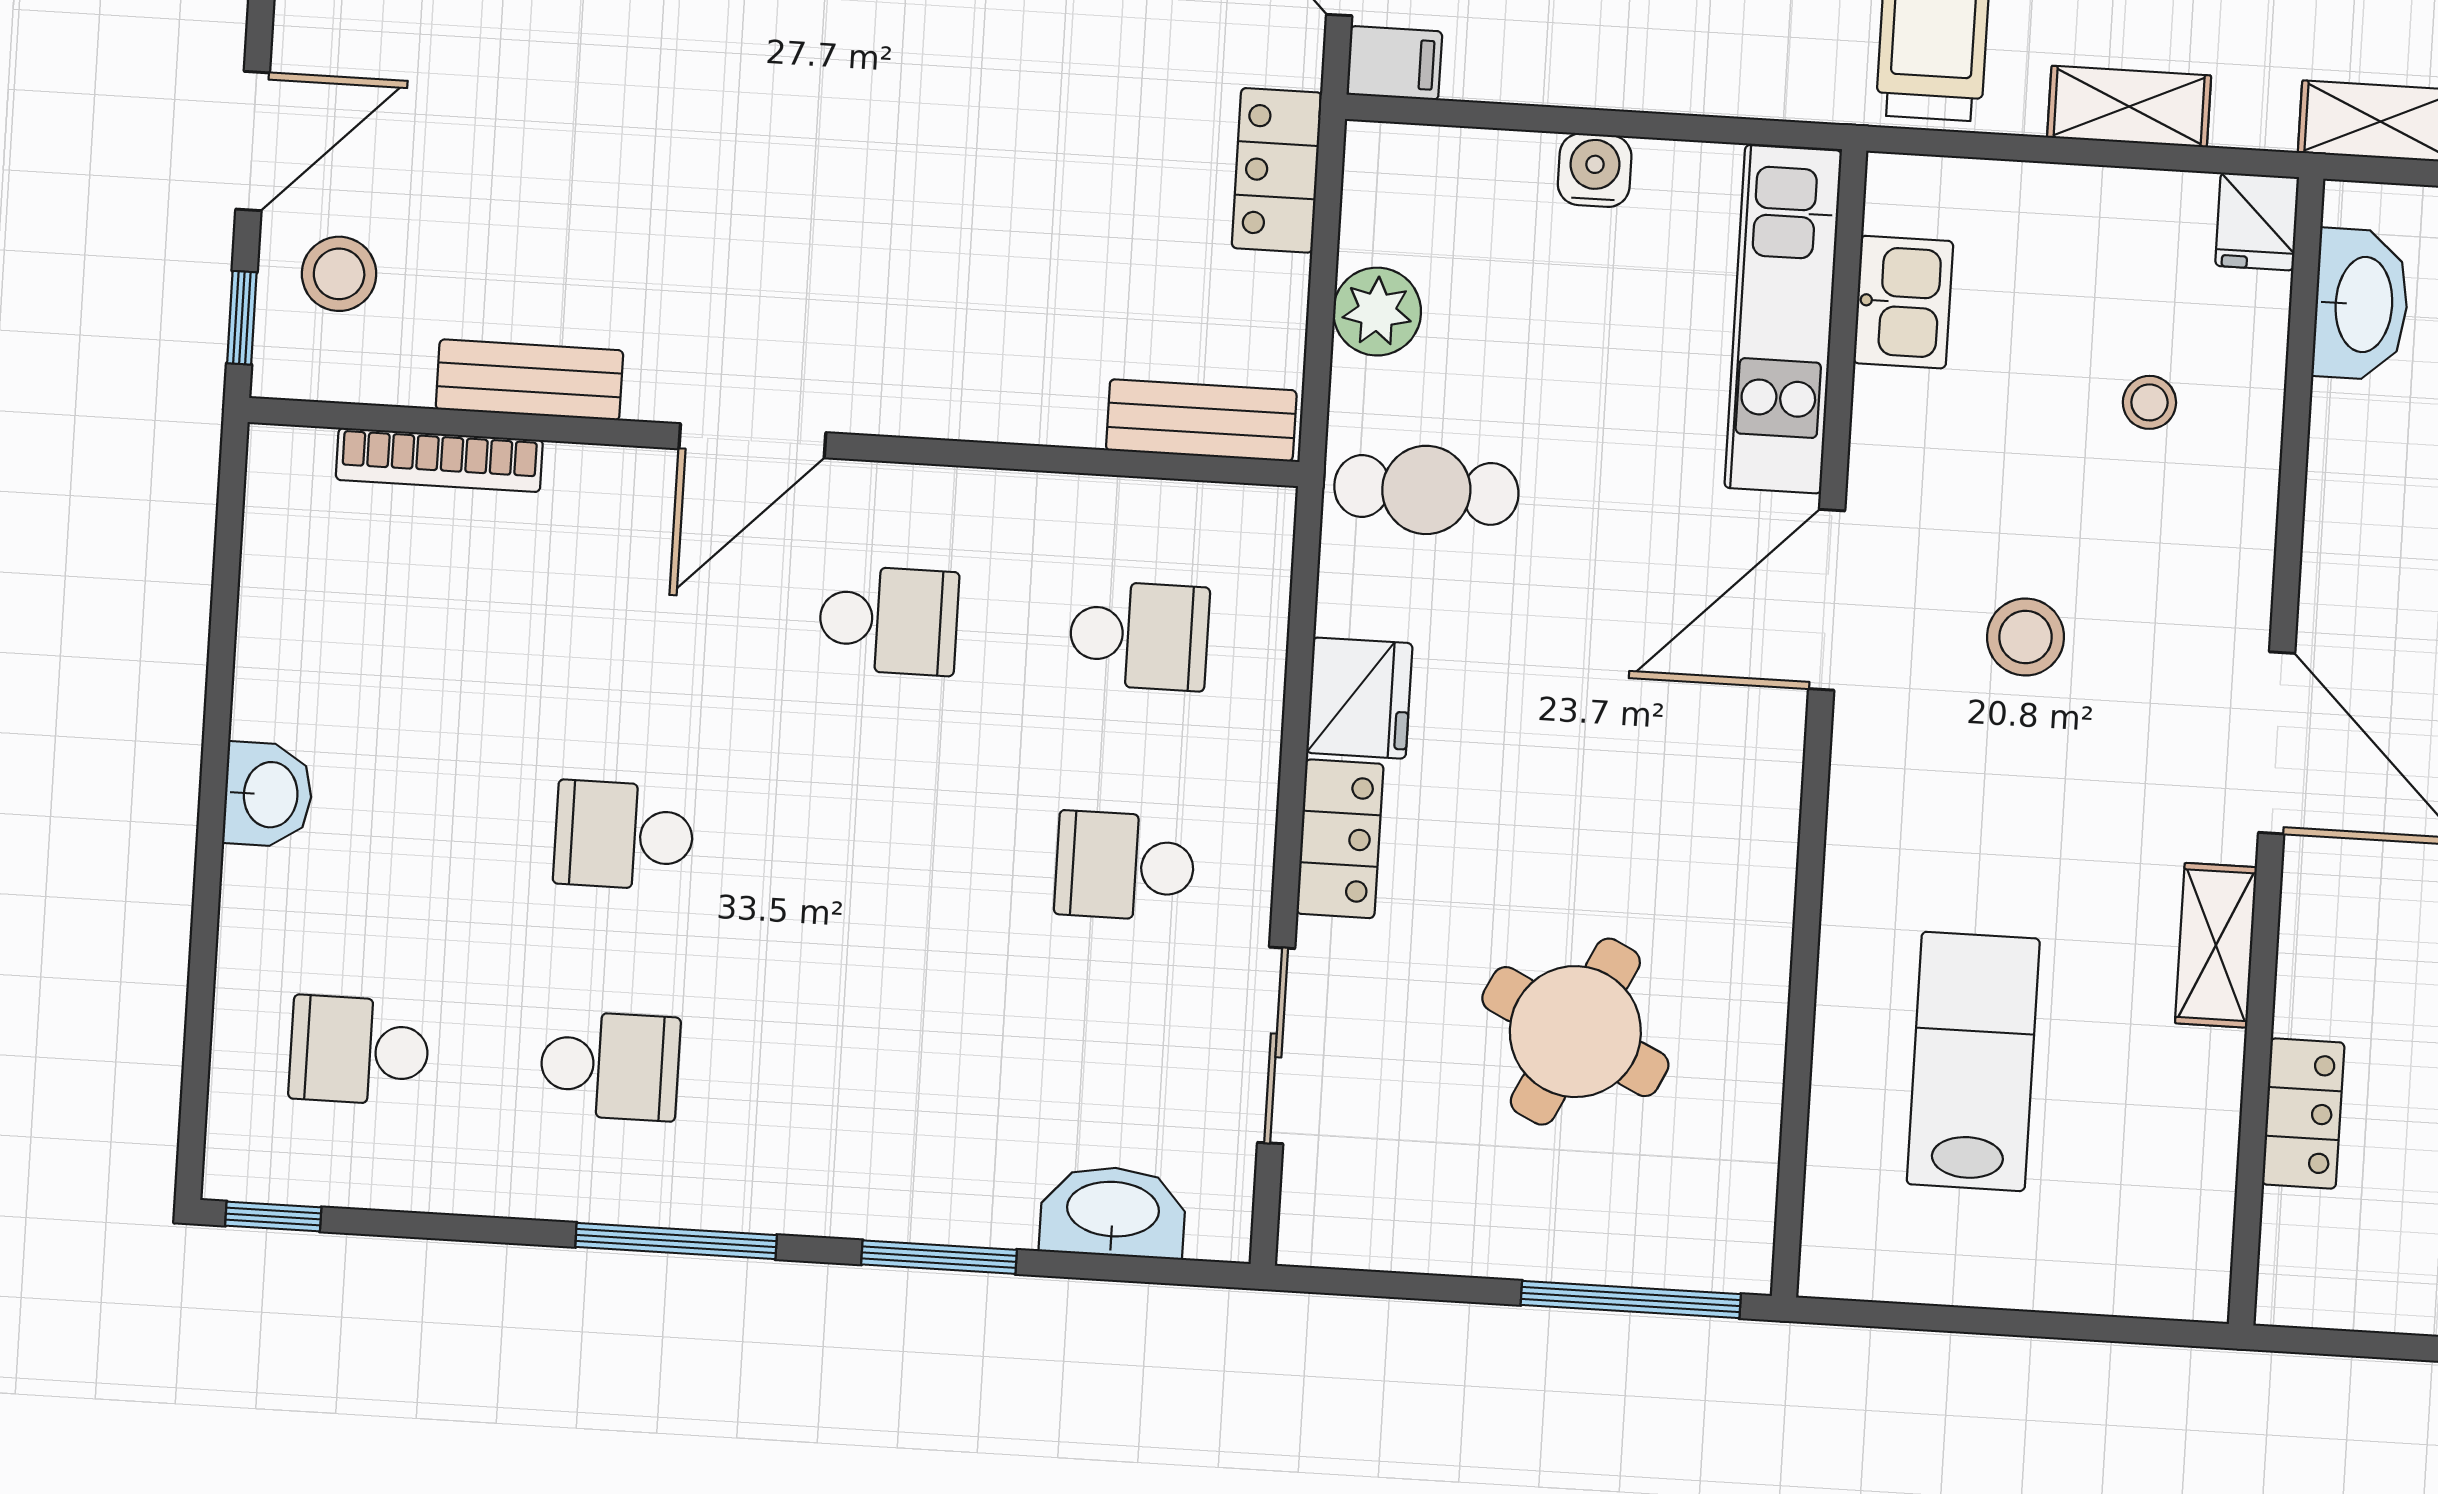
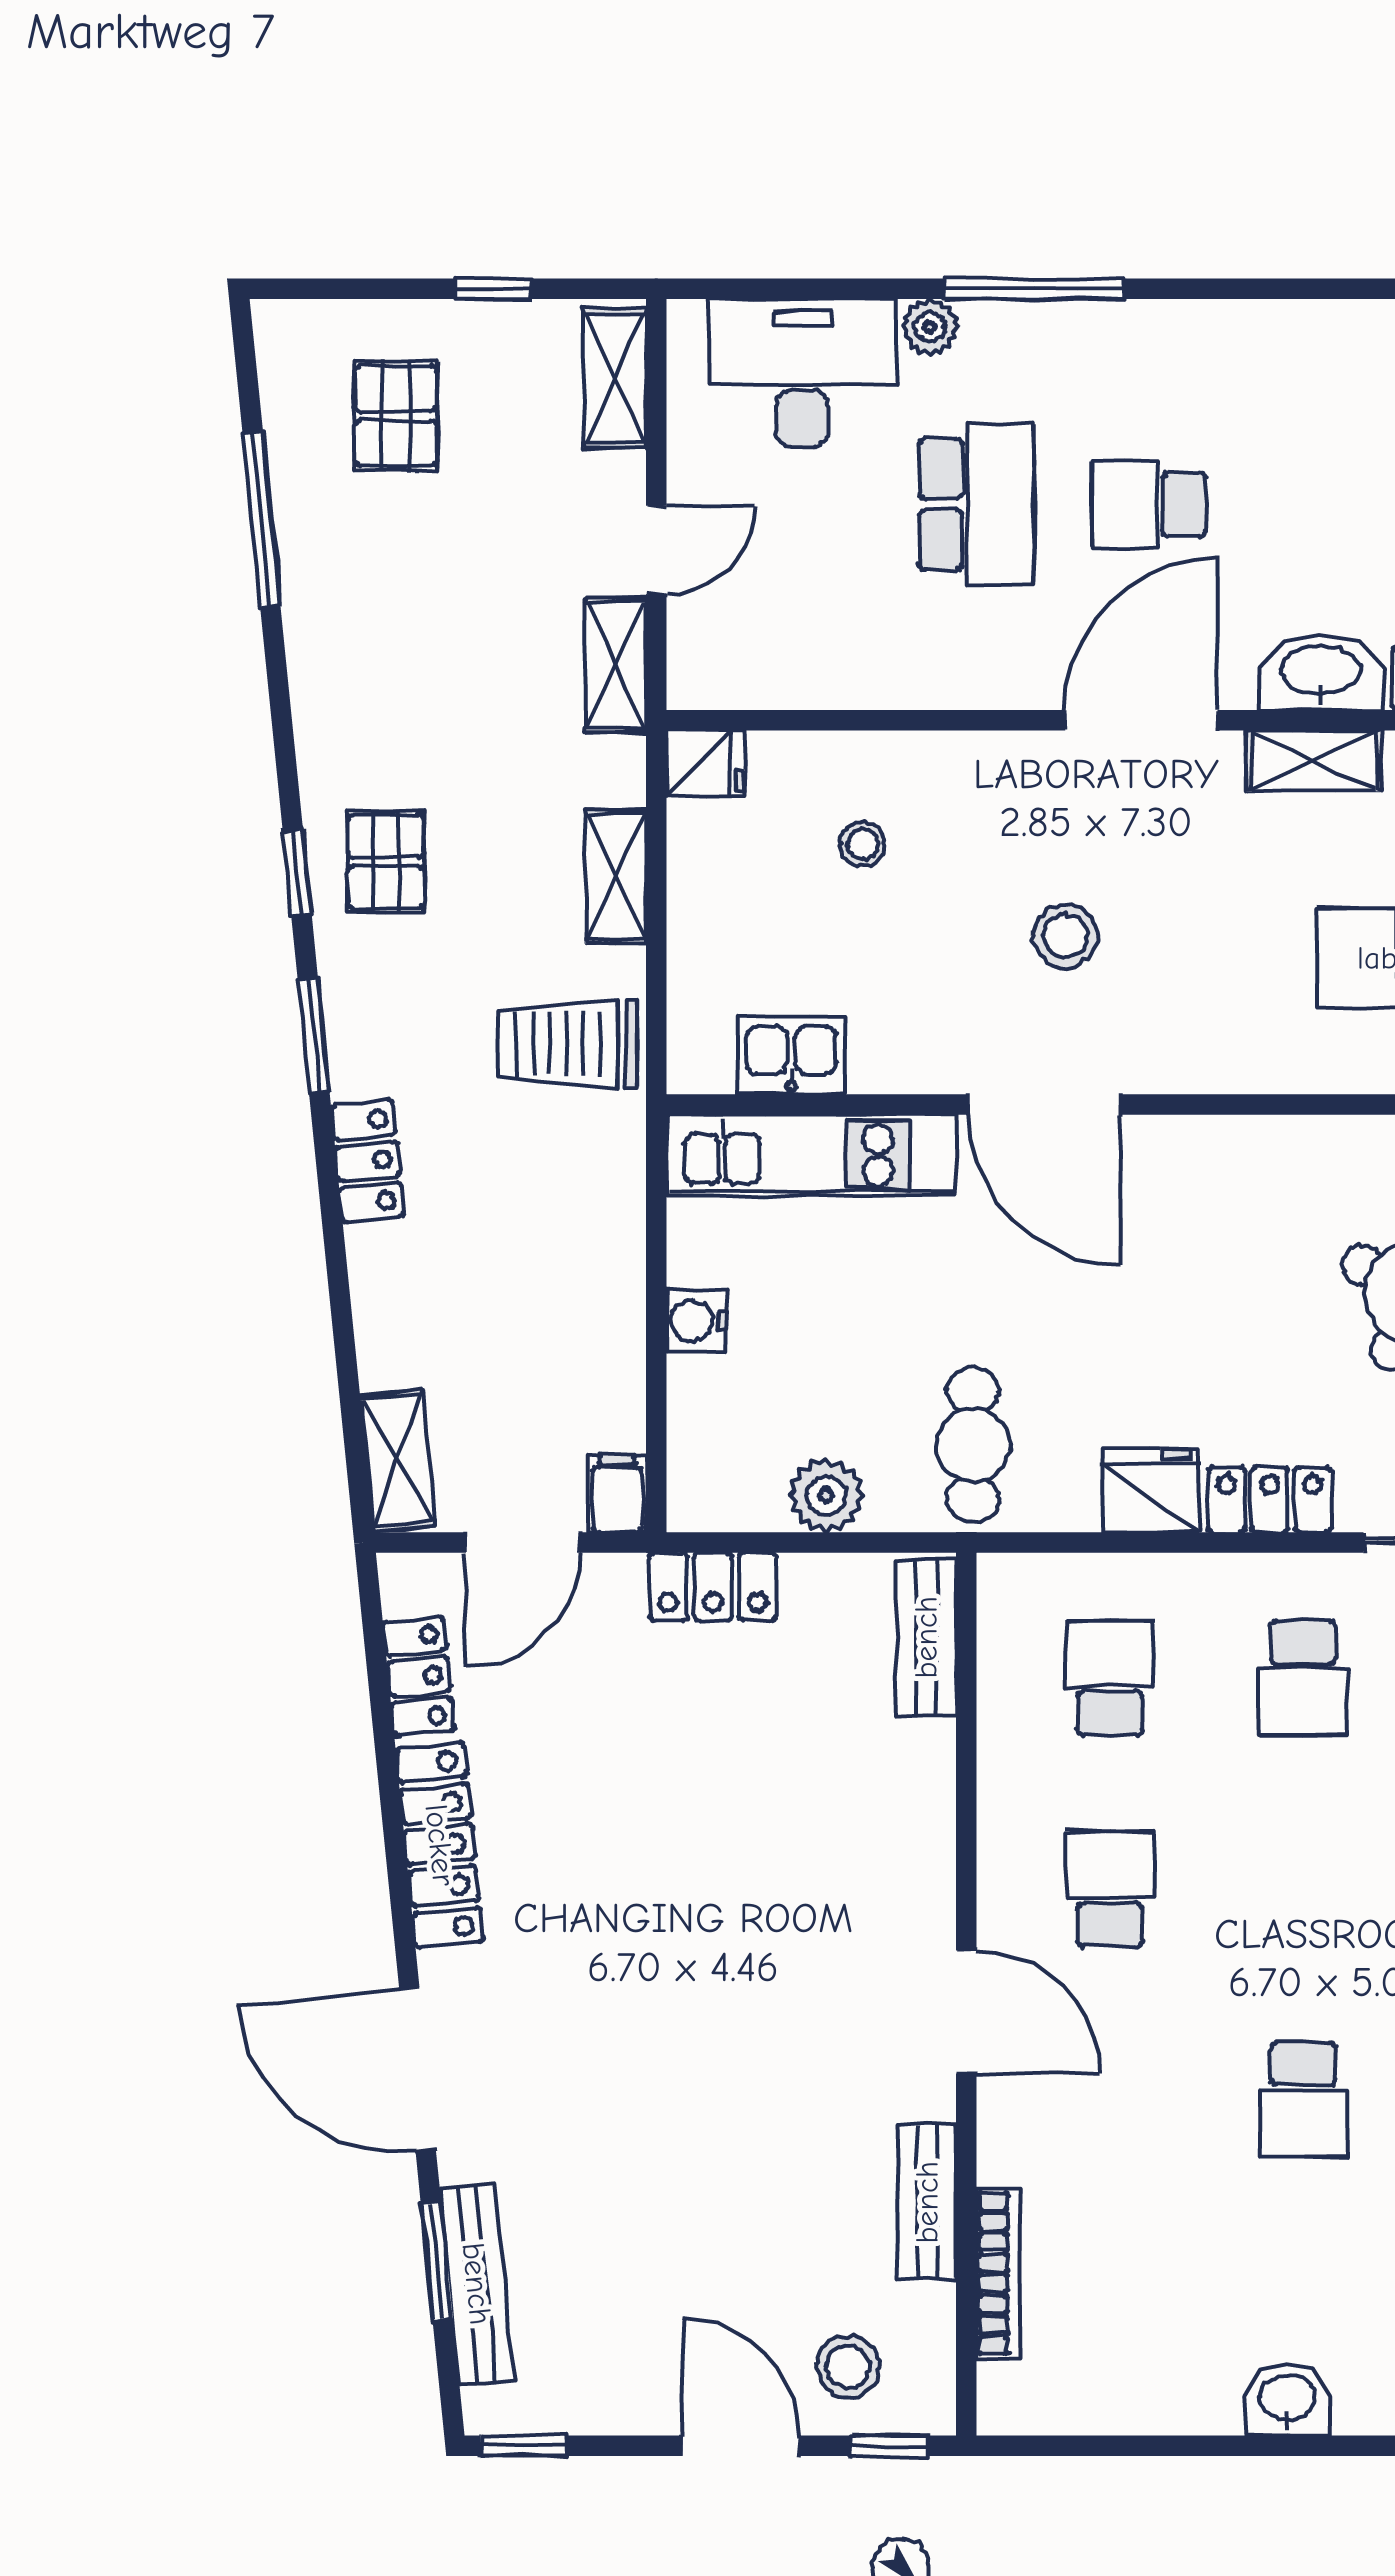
washbasin: (2361, 304) -> (1321, 672), moved

